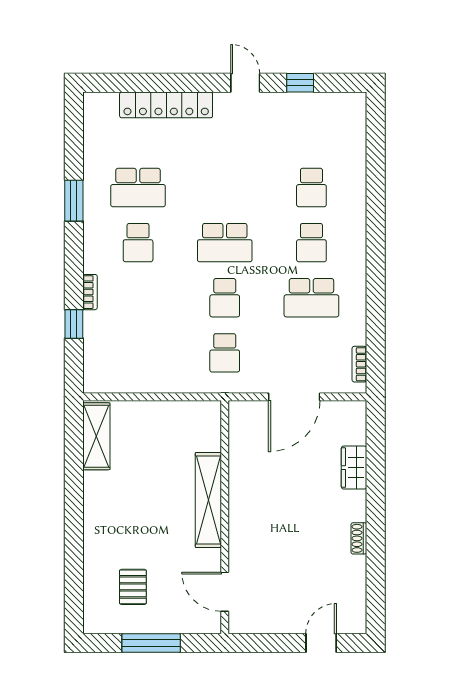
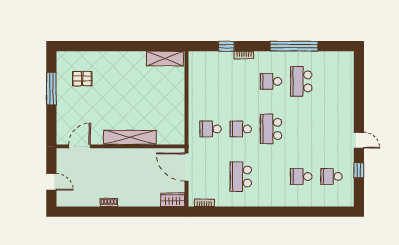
door: (245, 83) -> (359, 140), hinge flipped
locker: (166, 105) -> (347, 97), removed
window: (74, 201) -> (294, 46), width x2.11
school desk: (311, 243) -> (331, 177), moved
wardrobe: (354, 468) -> (173, 200), moved
shelving: (208, 500) -> (130, 137), moved
wall: (225, 517) -> (120, 146), moved
door: (225, 592) -> (79, 146), moved

